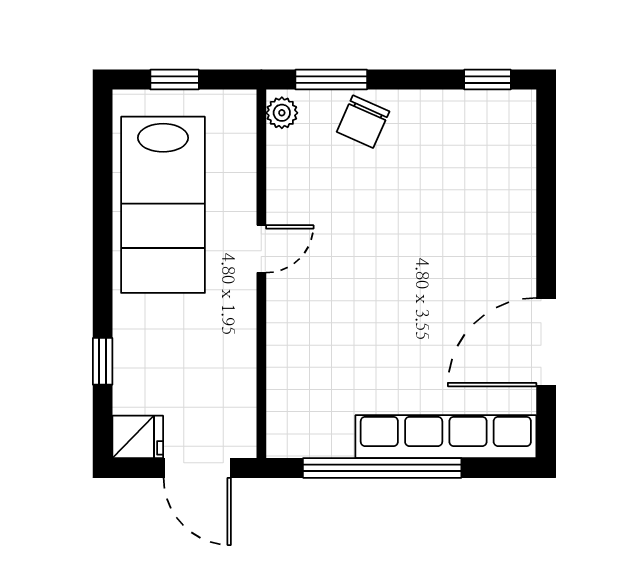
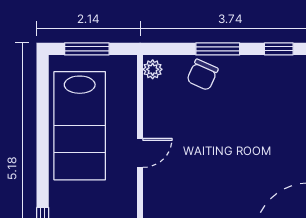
window: (175, 80) -> (87, 49), width x1.50
window: (331, 80) -> (218, 49), moved

